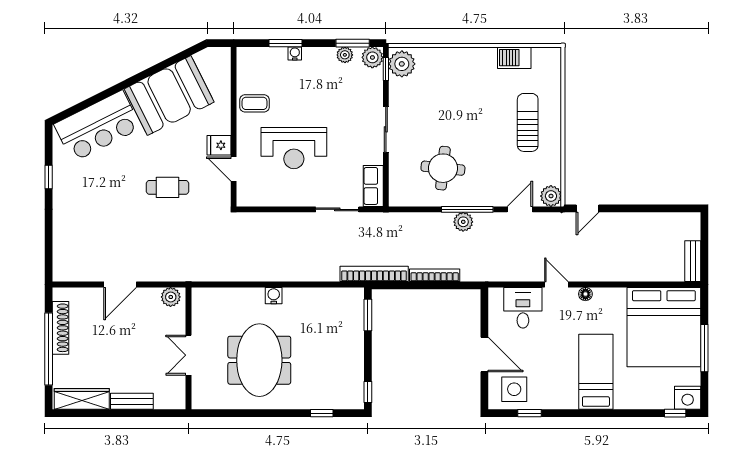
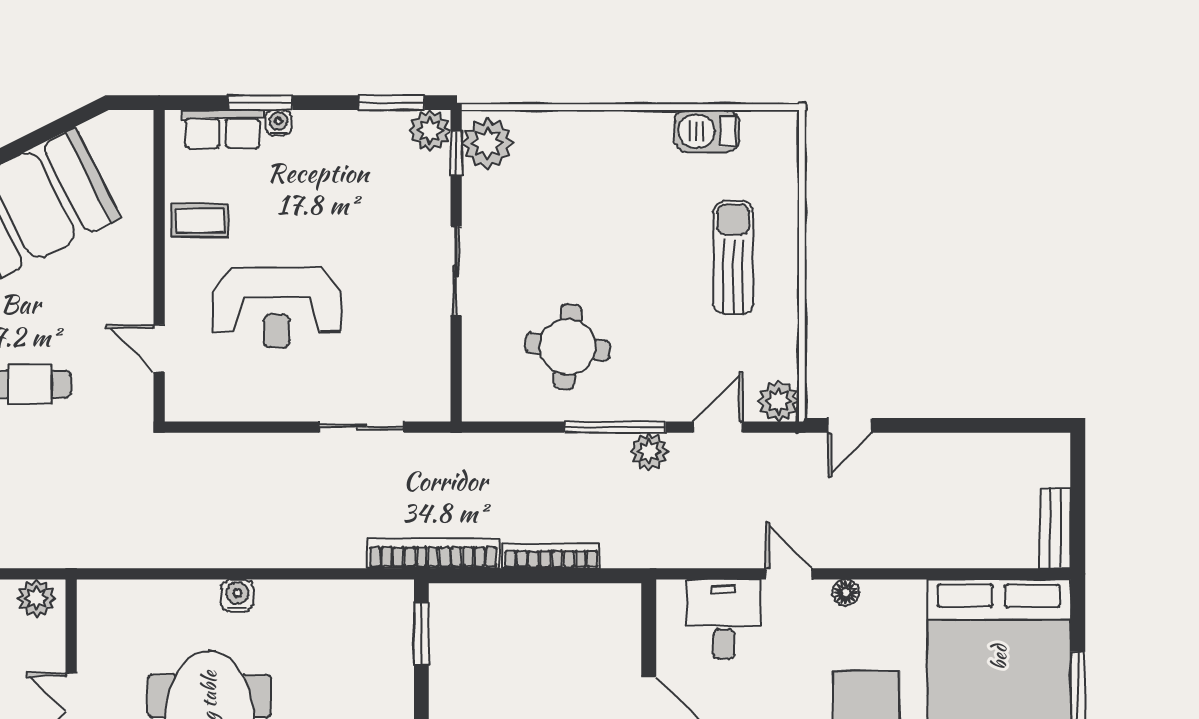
plant: (345, 55) -> (376, 126), removed
fridge: (219, 145) -> (130, 302), removed
row of seats: (373, 186) -> (223, 129), moved, turned -90
plant: (463, 222) -> (649, 451), moved

